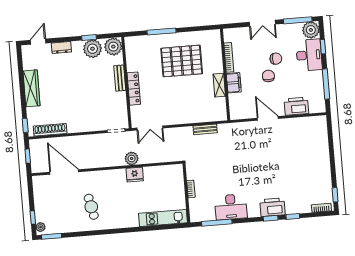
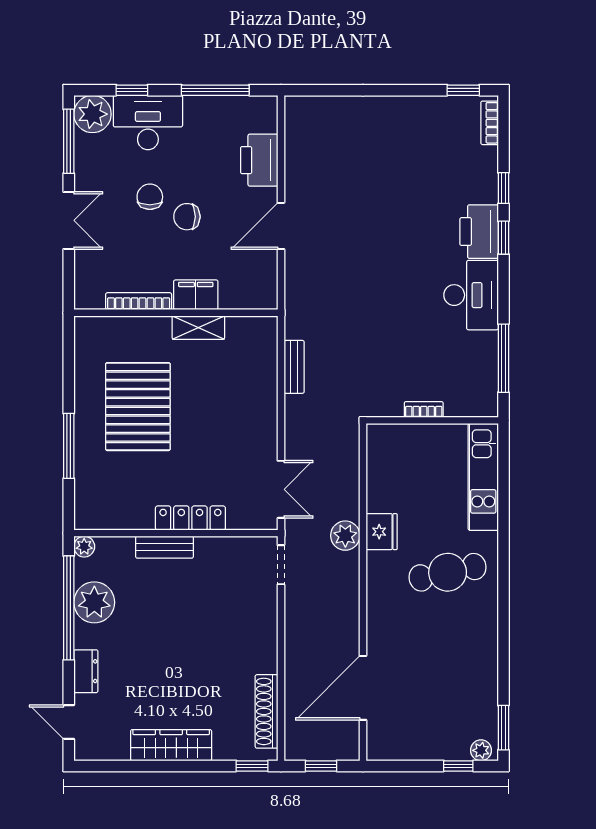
window: (89, 37) -> (69, 608), width x3.17
plant: (113, 47) -> (84, 547), width x0.53, depth x0.53
cafe table: (91, 207) -> (448, 572), moved, width x1.37, depth x1.35
desk: (231, 207) -> (471, 295), moved

